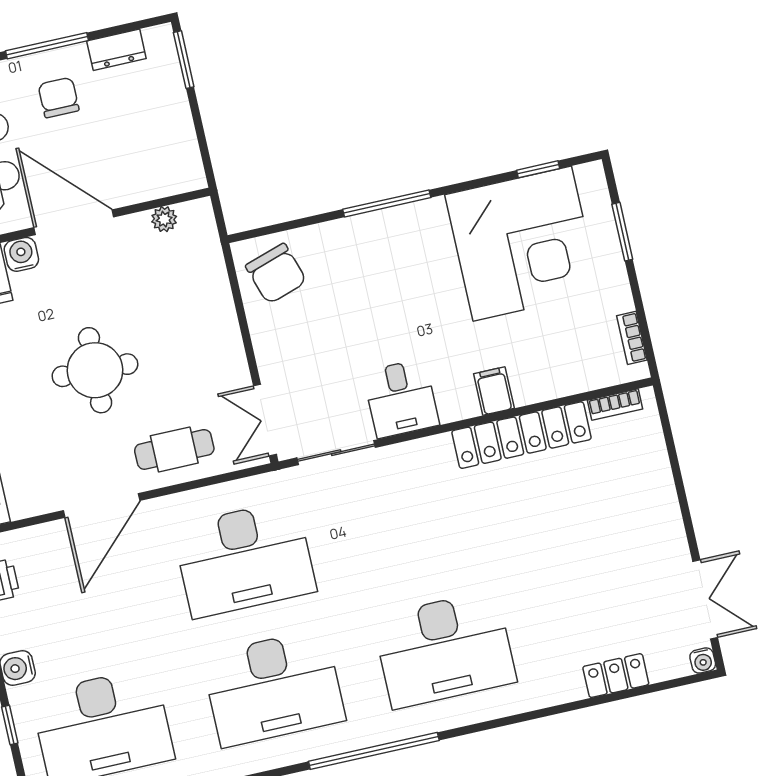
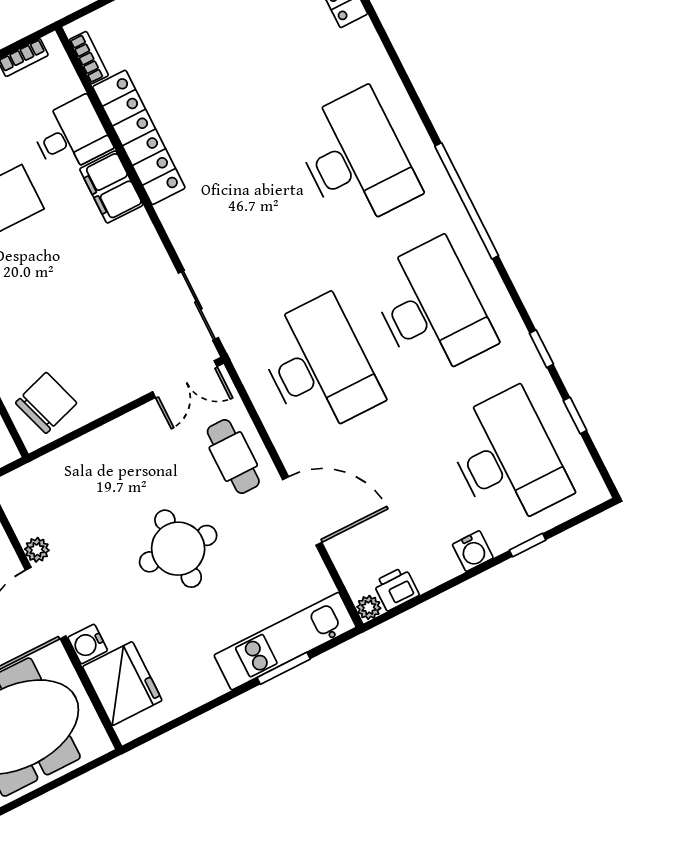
plant: (164, 219) -> (37, 550), moved
filing cabinet: (494, 391) -> (111, 187), width x2.00
desk: (401, 398) -> (71, 136), moved

